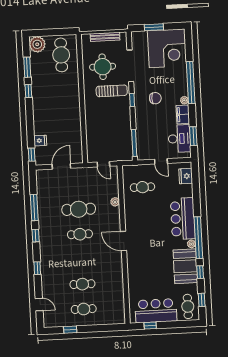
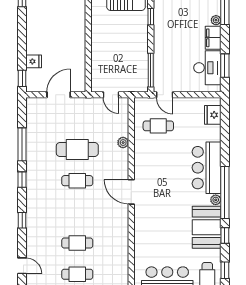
chair: (155, 98) -> (180, 16), removed
door: (161, 161) -> (165, 95), moved

